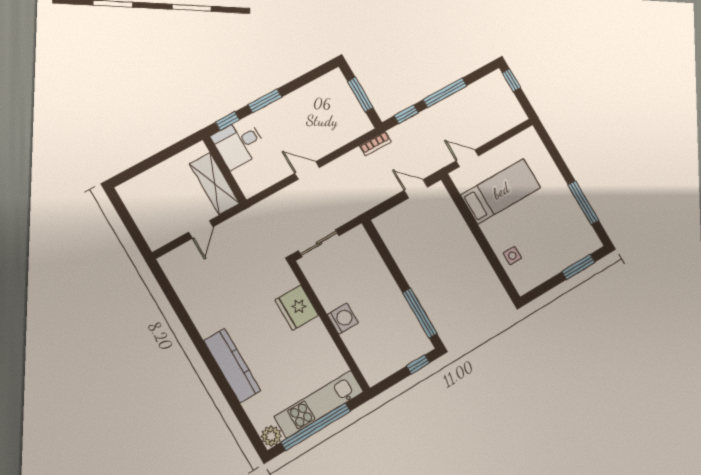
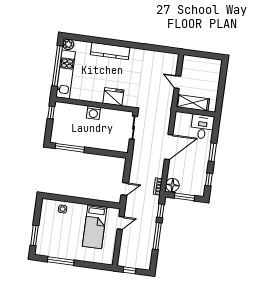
window: (511, 80) -> (130, 270), moved
window: (227, 121) -> (209, 179), moved
floor lamp: (357, 124) -> (172, 185), added
door: (307, 170) -> (169, 147), width x1.87
window: (418, 364) -> (51, 113), moved

